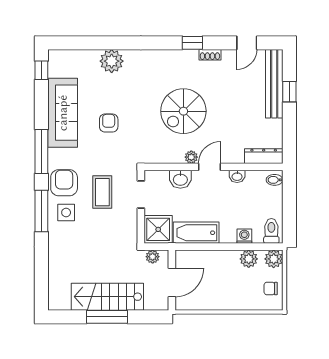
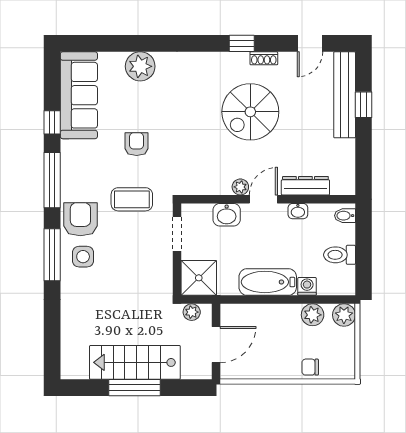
window: (41, 70) -> (52, 122), moved
spiral stairs: (183, 111) -> (250, 112), moved
sofa: (63, 113) -> (79, 95), moved
dresser: (264, 156) -> (305, 186), moved
coffee table: (102, 192) -> (132, 199), moved, turned 90
toilet: (271, 231) -> (340, 255), moved, turned -90
bathtub: (196, 233) -> (268, 282), moved
chair: (271, 289) -> (310, 367), moved

